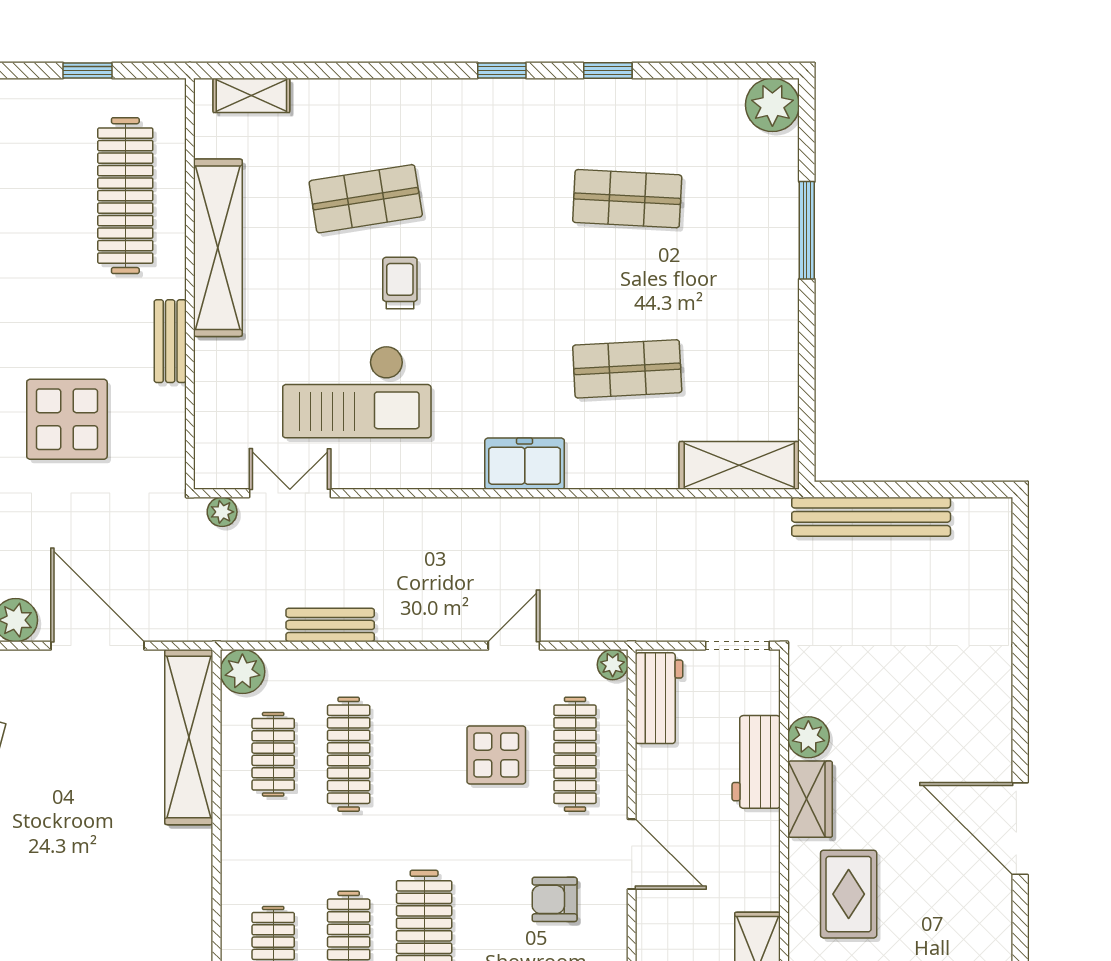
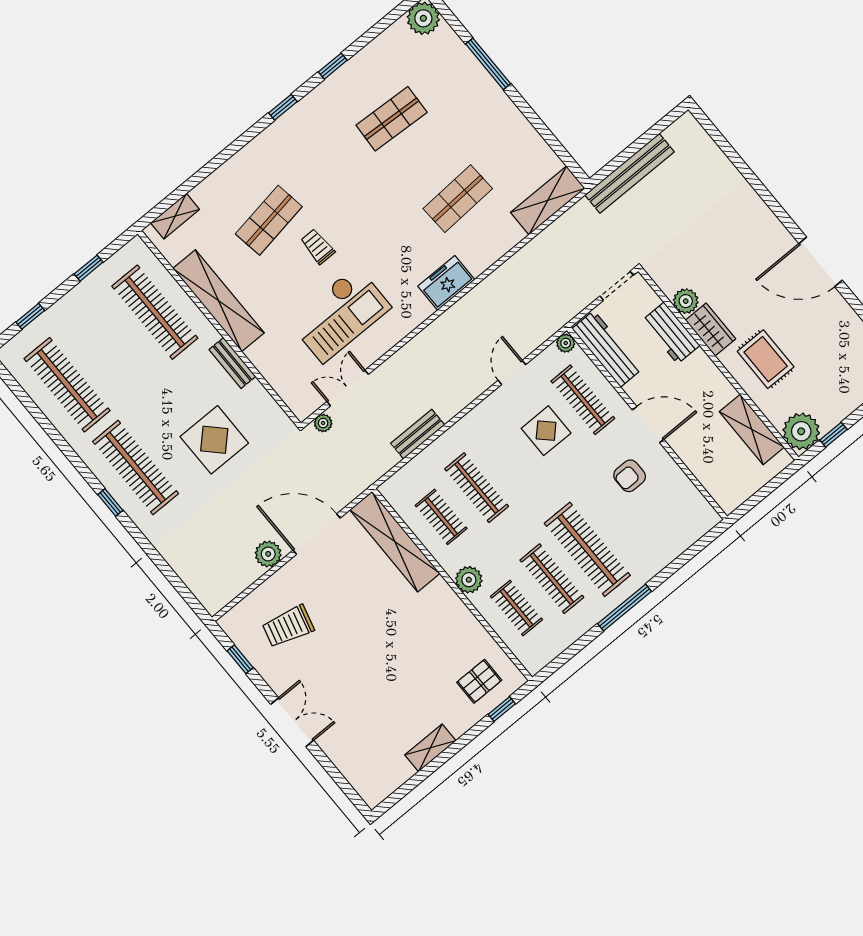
plant: (242, 672) -> (469, 580), moved
workbench: (659, 698) -> (607, 349), width x1.38

